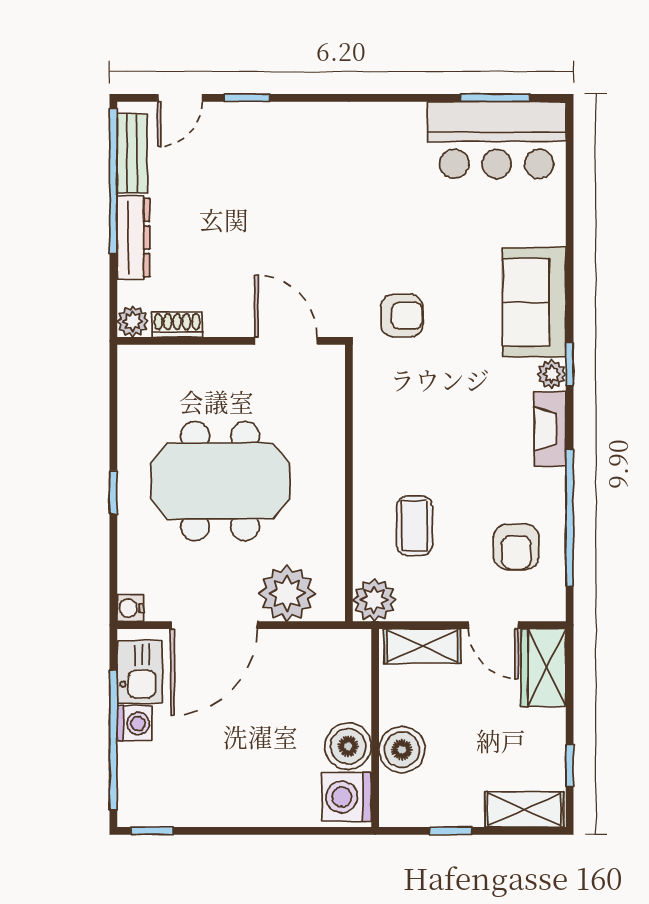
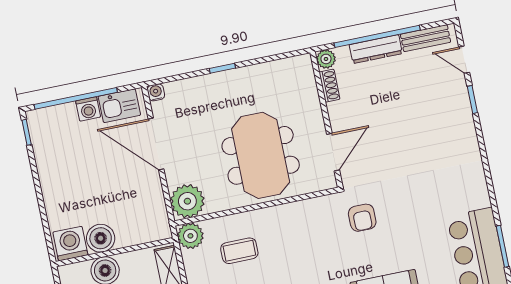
window: (113, 181) -> (377, 36), moved
meeting table: (220, 481) -> (261, 155), moved
plant: (287, 593) -> (187, 201), moved

